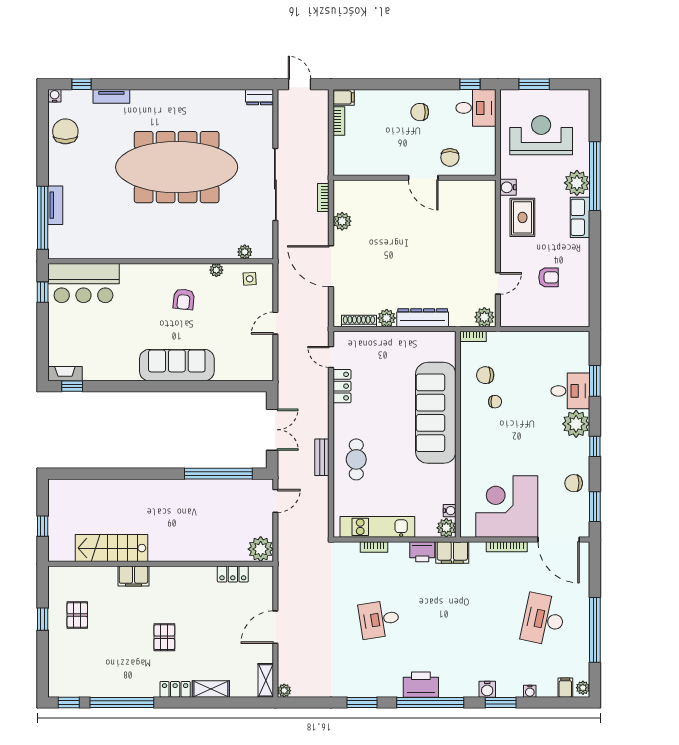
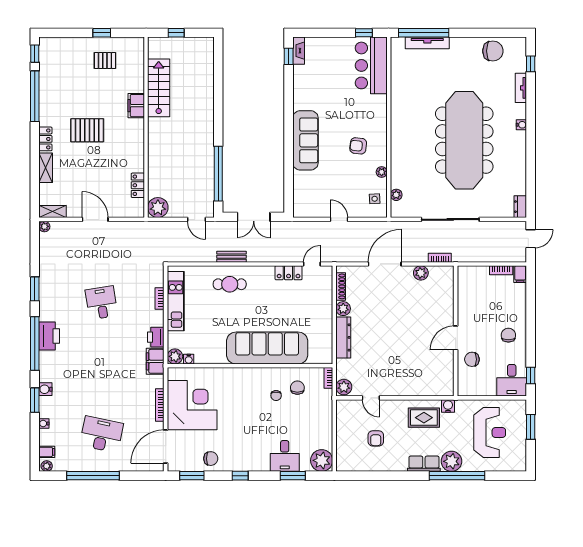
water cooler: (55, 96) -> (521, 125), moved
tv unit: (55, 205) -> (427, 43), width x1.41
plant: (576, 424) -> (322, 460), moved
chair: (574, 483) -> (211, 459), turned 90
pallet: (164, 637) -> (87, 130), width x1.50, depth x1.42

